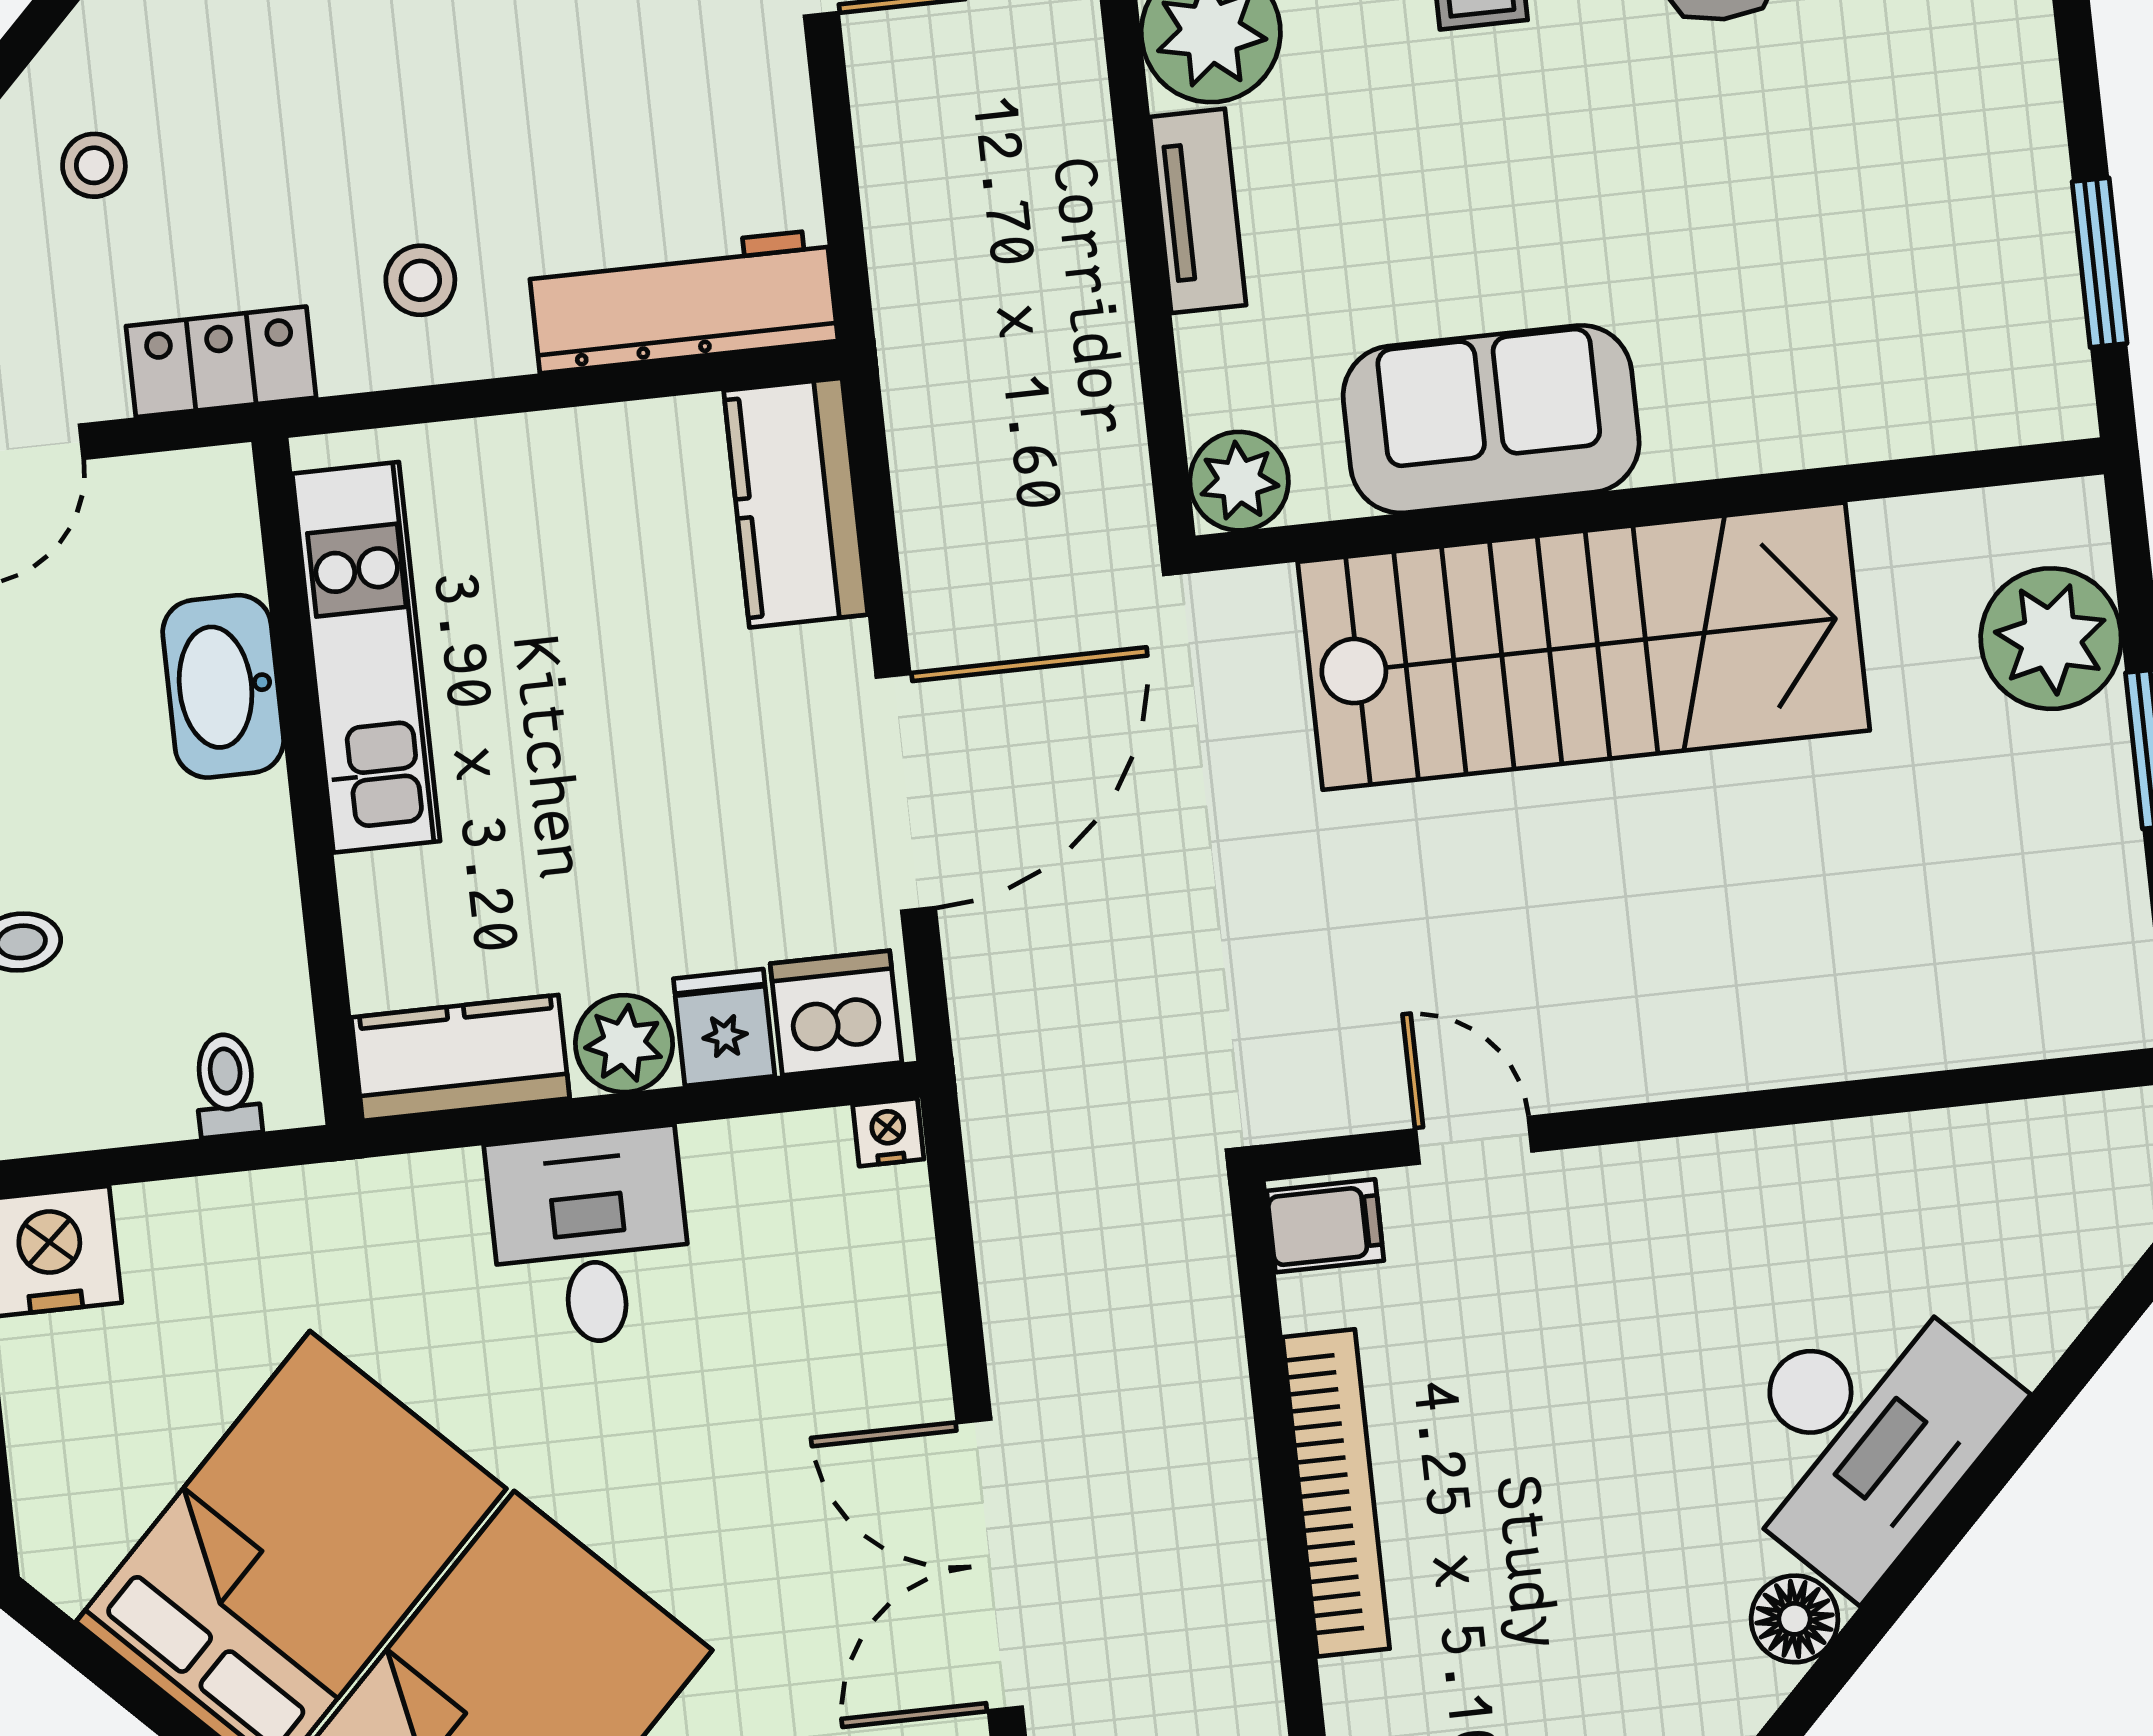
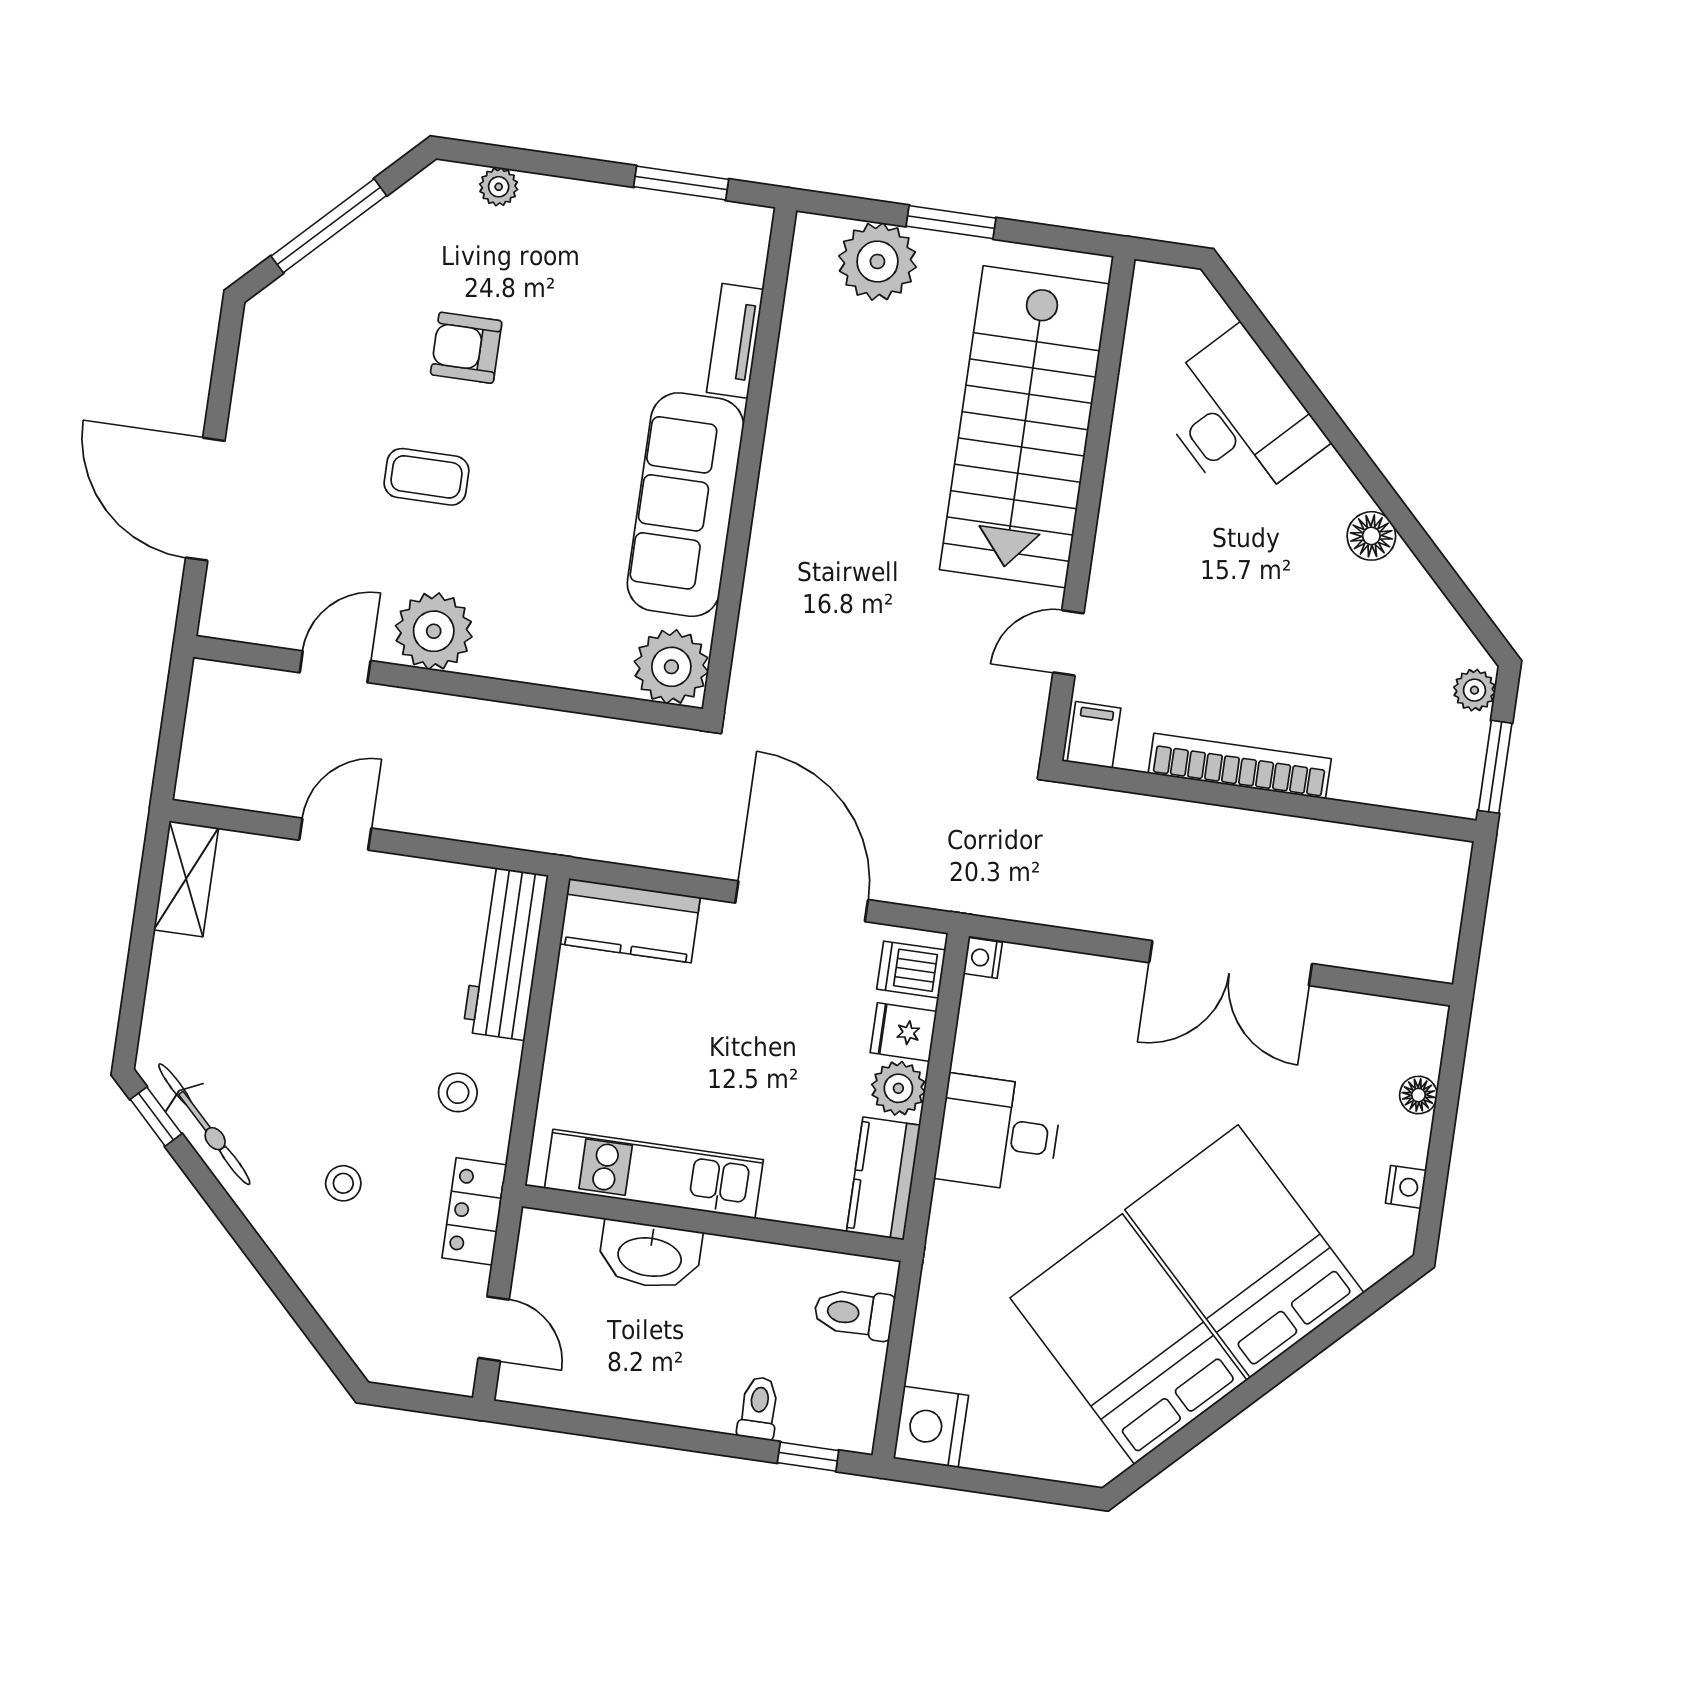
stool: (94, 165) -> (343, 1183), moved
tv unit: (1198, 211) -> (735, 341), moved, turned -90
sofa: (1491, 419) -> (685, 505), width x1.36
plant: (1239, 481) -> (671, 667), width x1.36, depth x1.36
stairs: (1584, 646) -> (1024, 427), moved, turned 180
dishwasher: (836, 1013) -> (911, 970), width x0.73
toilet: (227, 1085) -> (854, 1313), width x1.37, depth x1.39
desk: (1862, 1433) -> (1239, 418), moved

